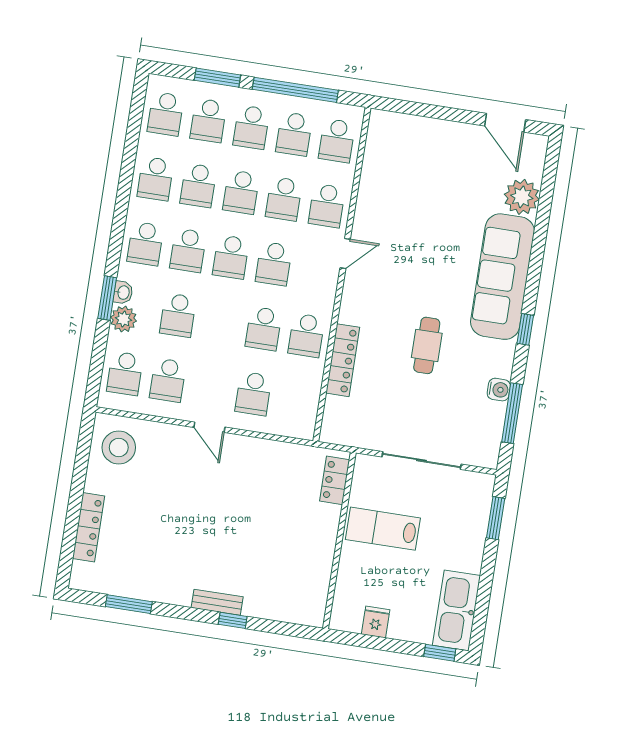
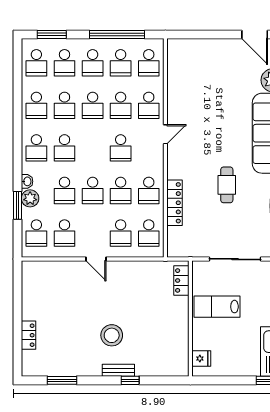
window: (217, 78) -> (52, 34), moved
school desk: (231, 257) -> (93, 190), moved
window: (107, 298) -> (17, 205), moved
school desk: (296, 400) -> (149, 233), added
stool: (119, 448) -> (112, 335), moved
locker: (89, 527) -> (29, 335), width x0.66
fridge: (376, 622) -> (201, 359), moved, turned 90

